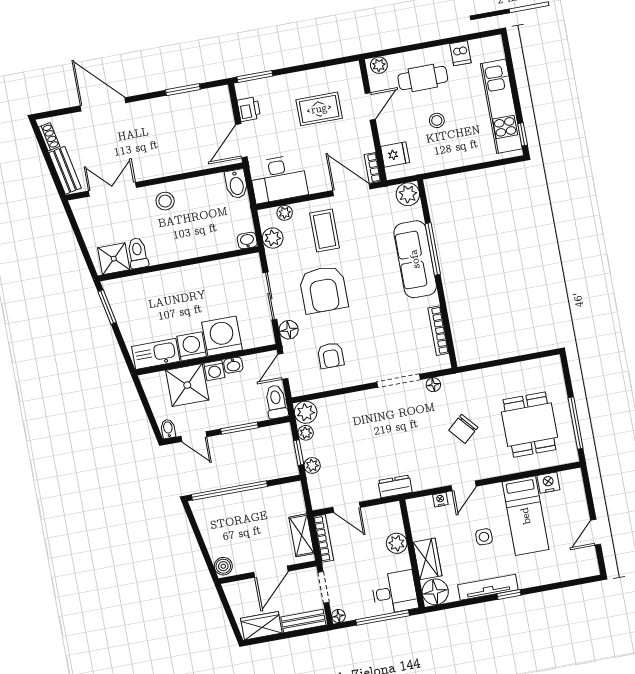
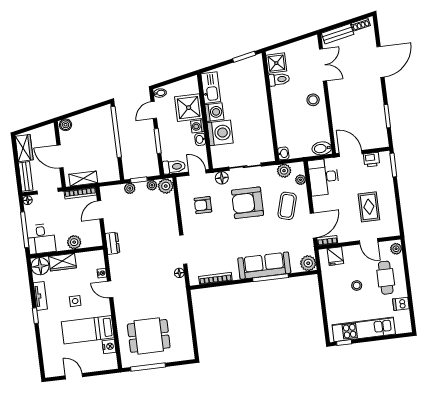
coffee table: (325, 231) -> (287, 206), turned -74
chair: (463, 429) -> (149, 291), removed
tv unit: (488, 587) -> (40, 296), width x0.71

